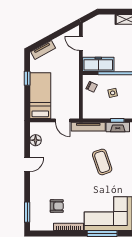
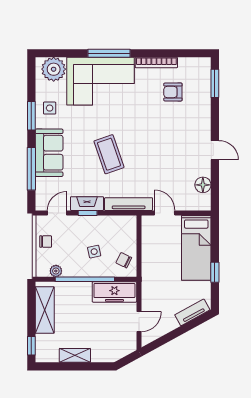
door: (81, 43) -> (139, 322), hinge flipped
door: (27, 165) -> (215, 150), swing flipped

